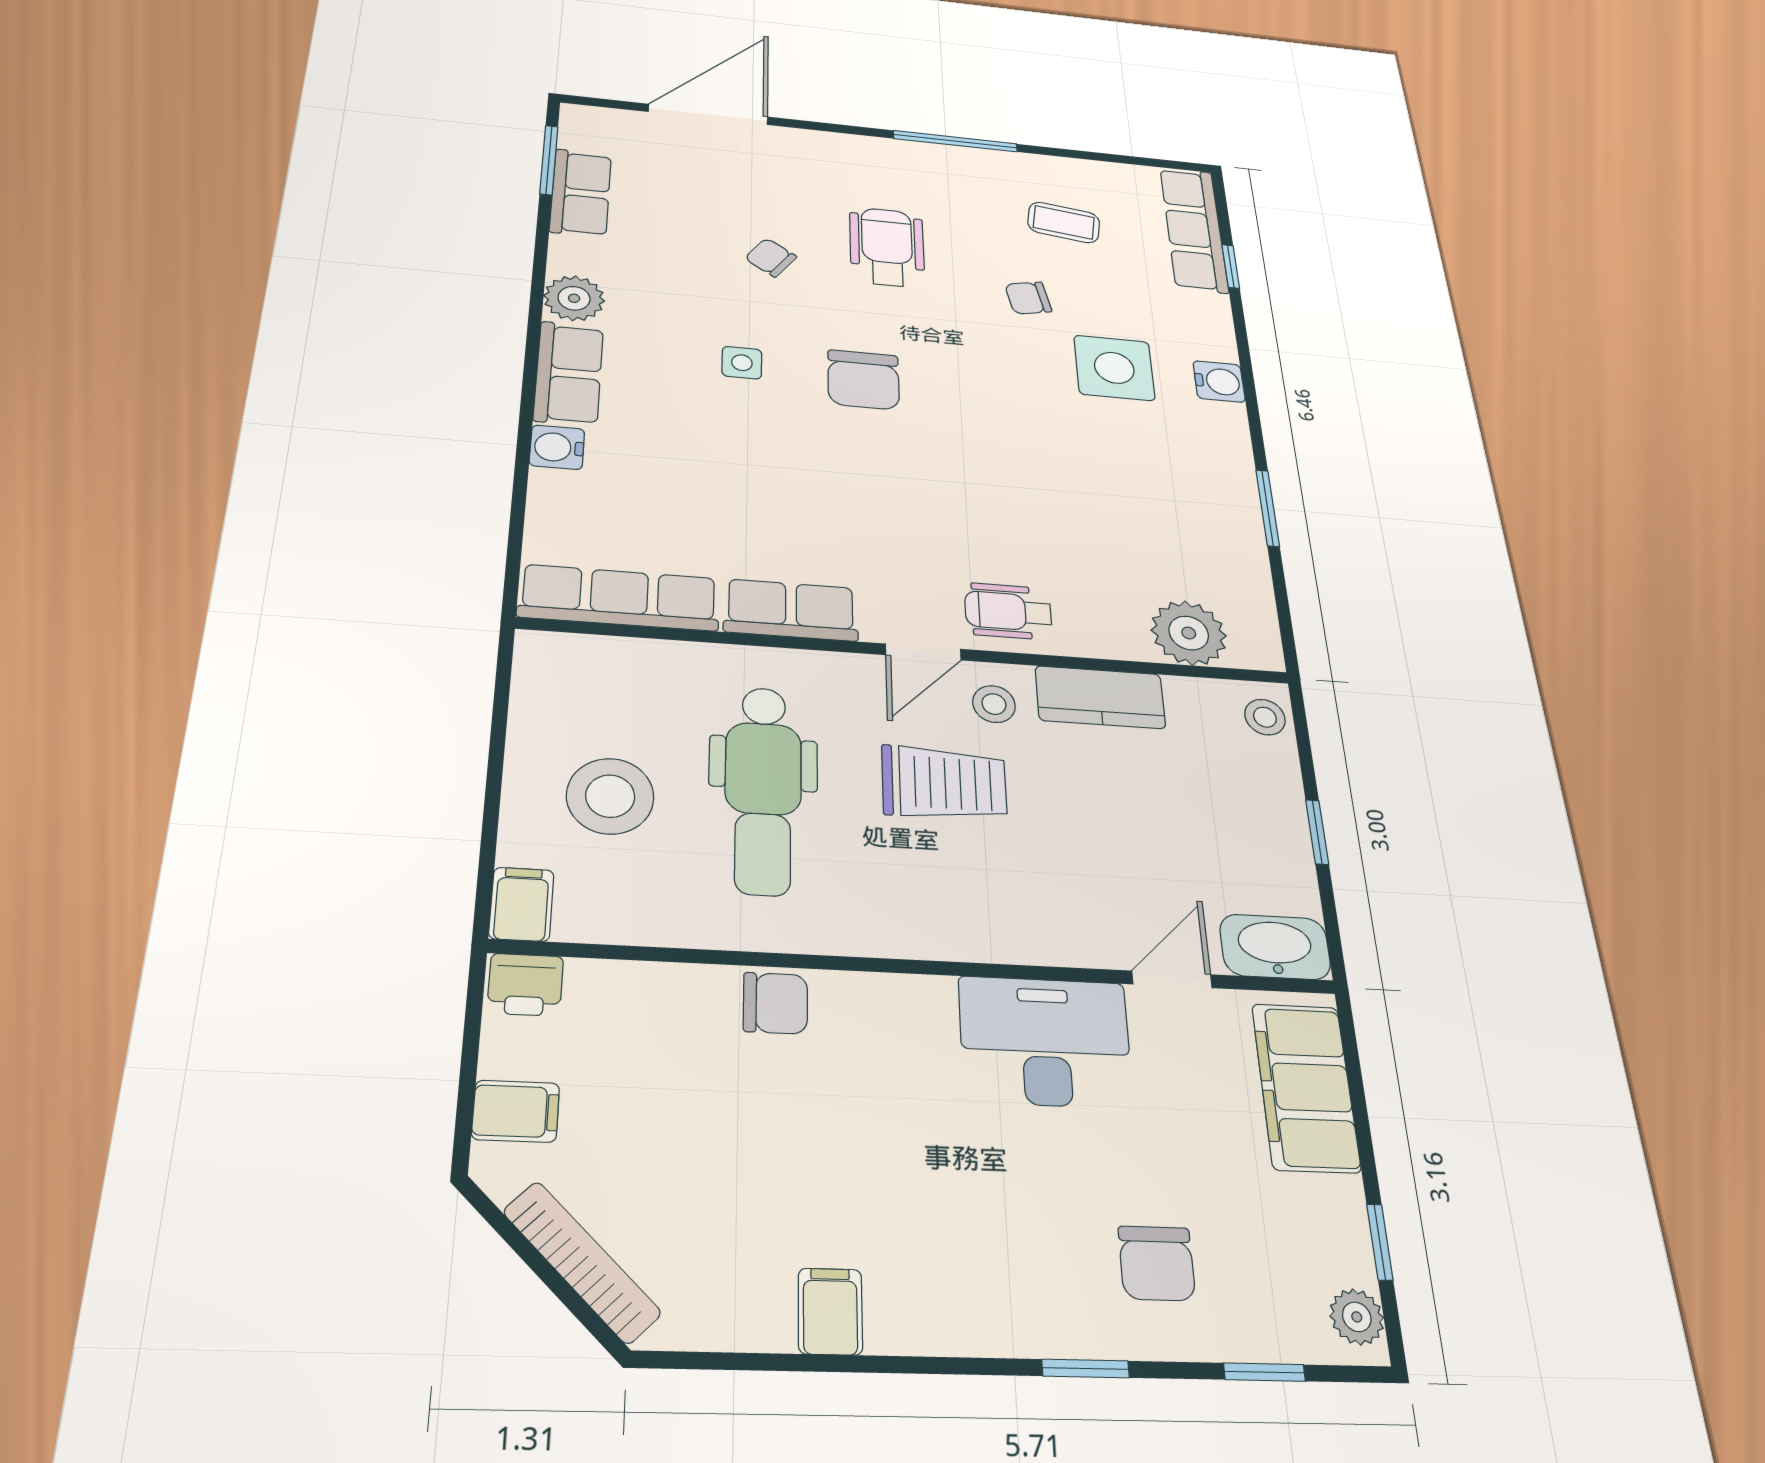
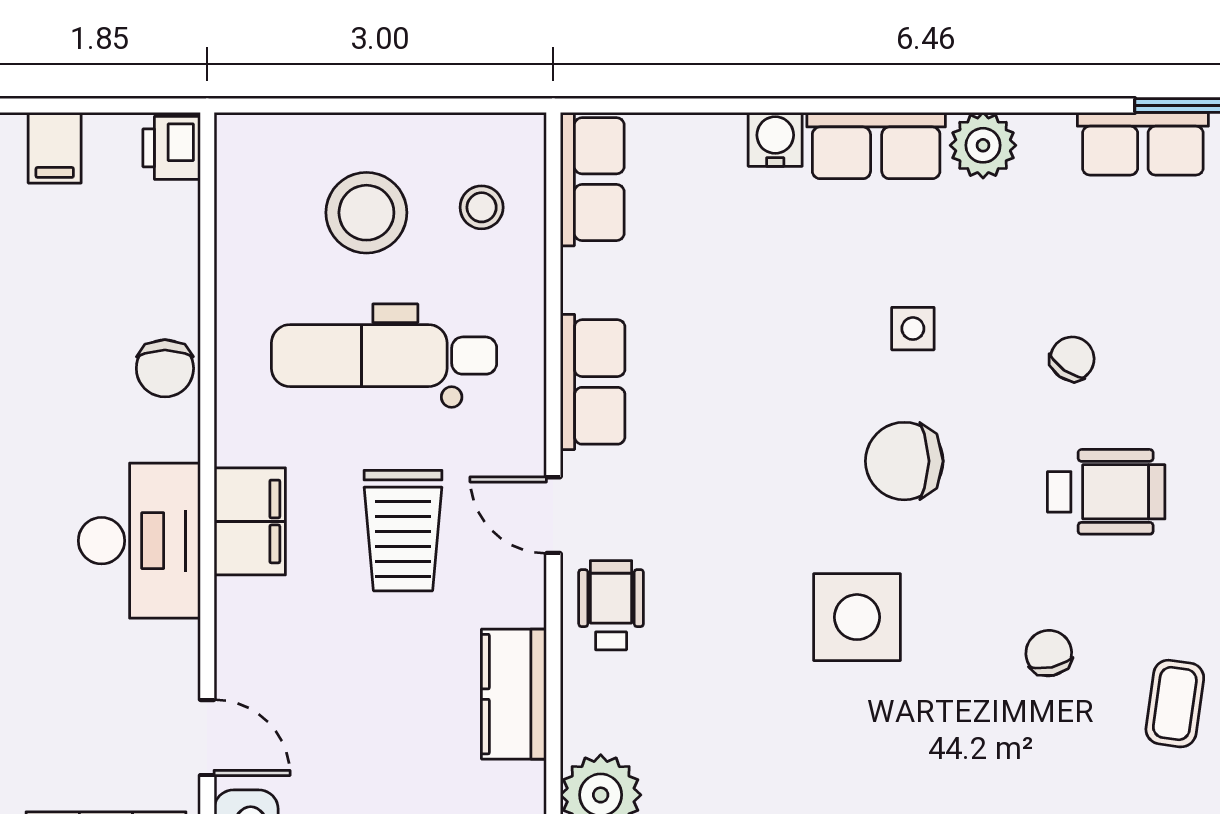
side table: (1114, 368) -> (857, 617), moved
row of seats: (619, 598) -> (592, 179), width x0.68
stool: (994, 704) -> (482, 207), moved
filing cabinet: (521, 904) -> (250, 521), moved, width x2.00
desk: (1045, 1042) -> (139, 541), moved

